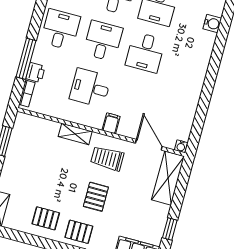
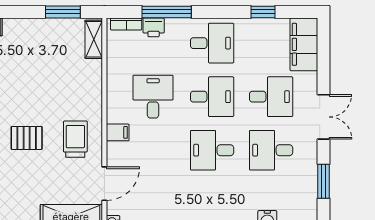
shelving: (75, 134) -> (94, 39), moved

